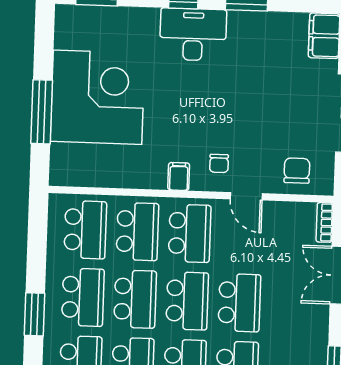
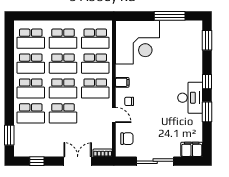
desk: (193, 34) -> (190, 98), moved
corner desk: (98, 97) -> (137, 42), moved
window: (42, 112) -> (170, 16), moved
door: (246, 196) -> (114, 115), swing flipped
window: (35, 314) -> (54, 16), removed

